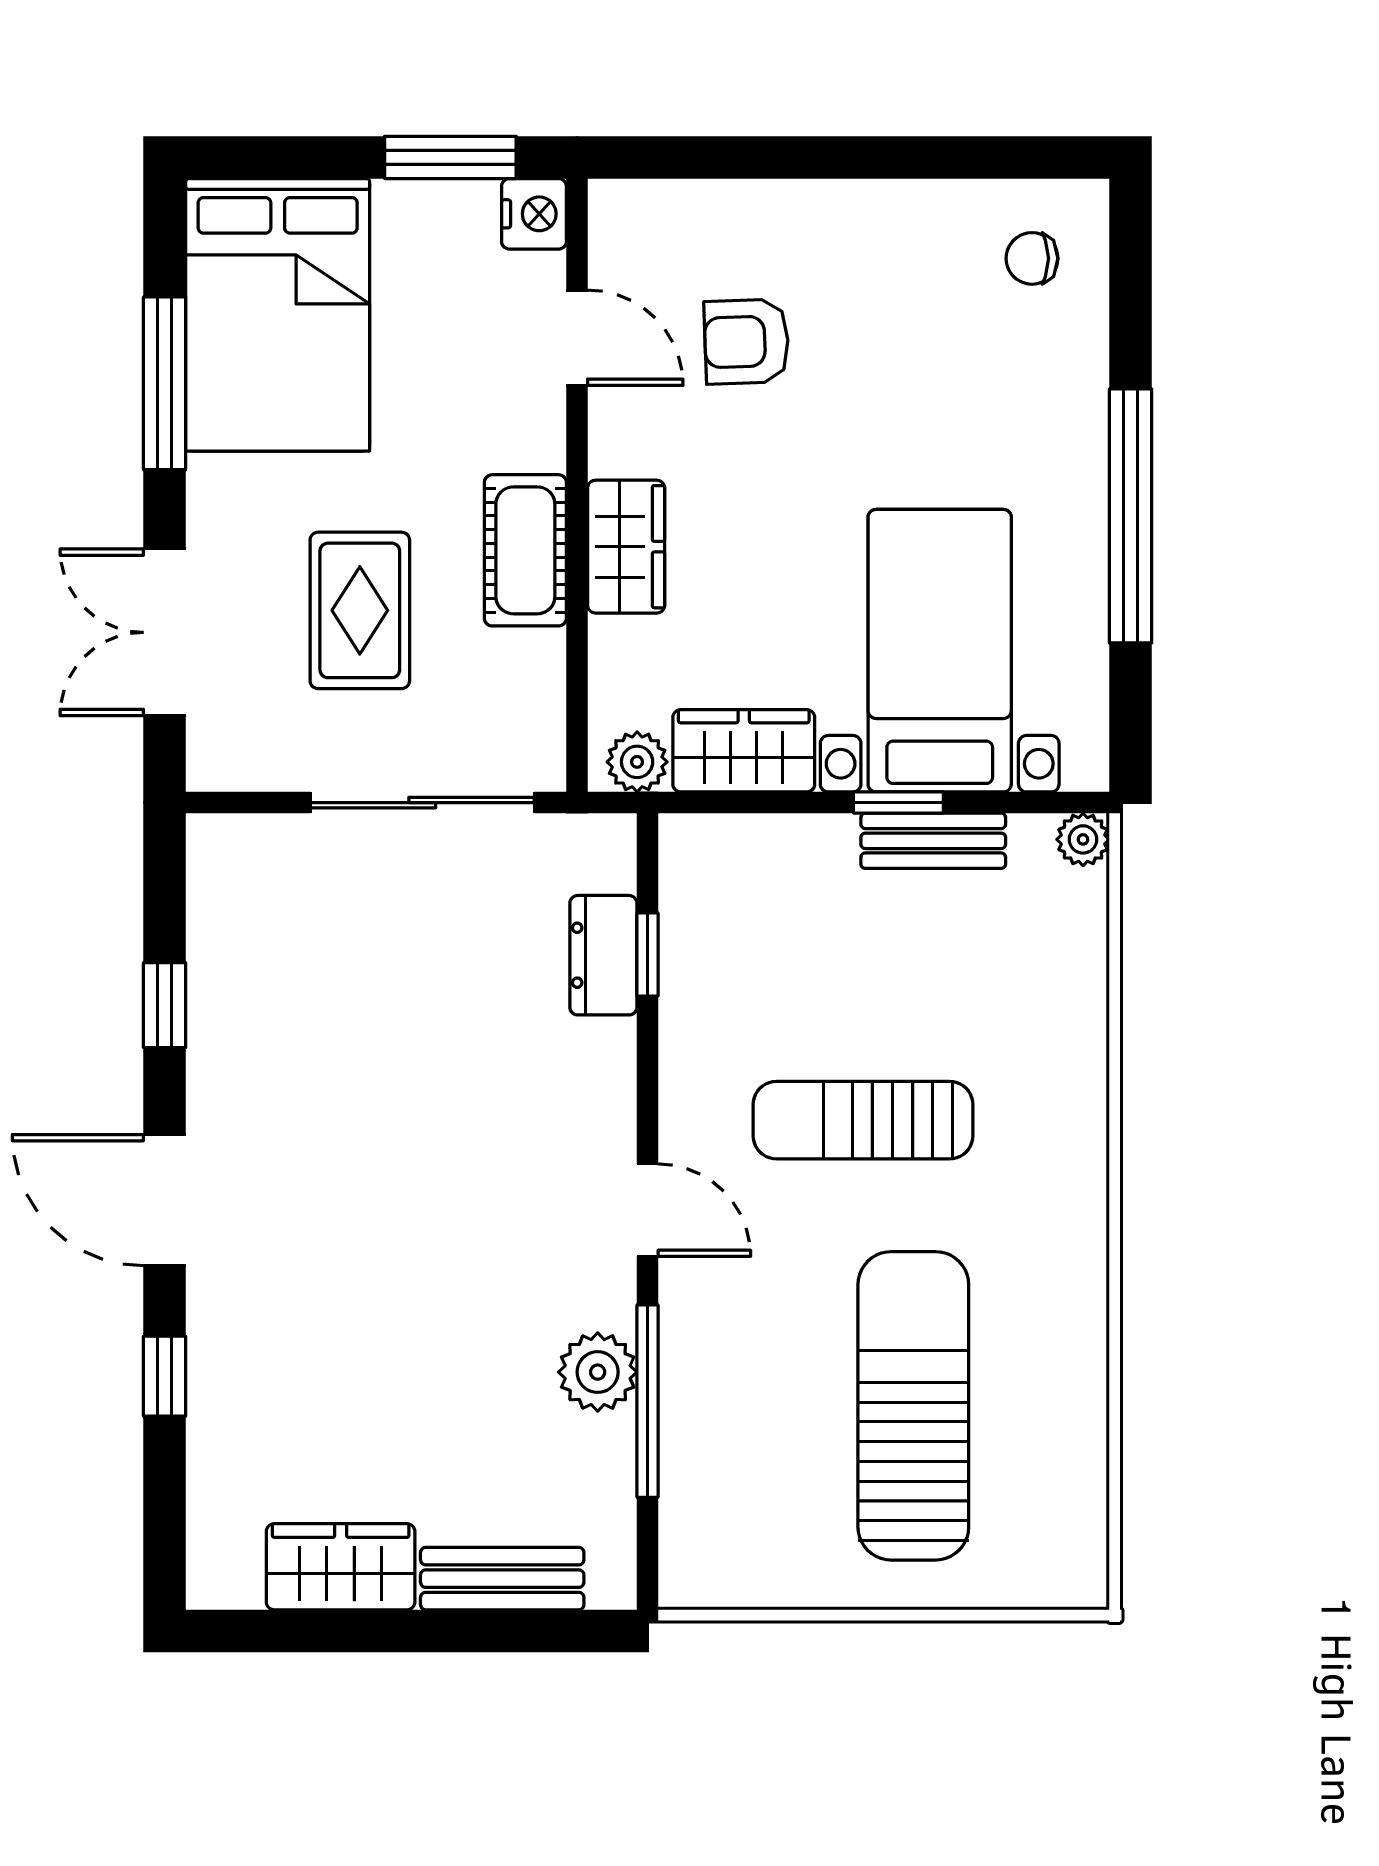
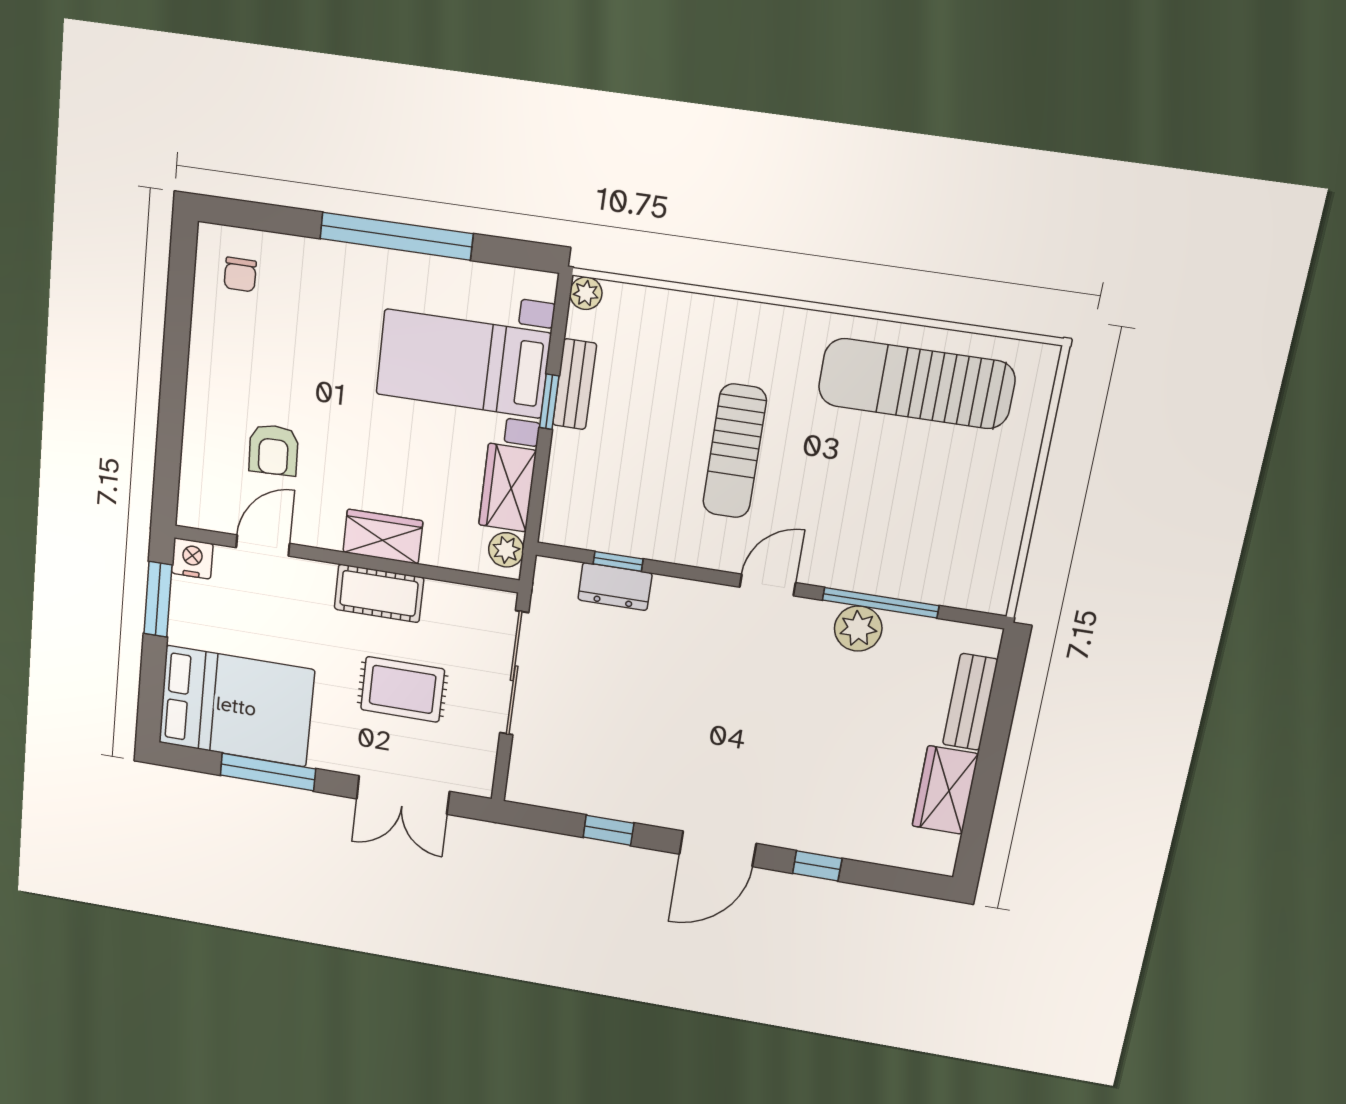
sun lounger: (913, 1406) -> (916, 384), moved

